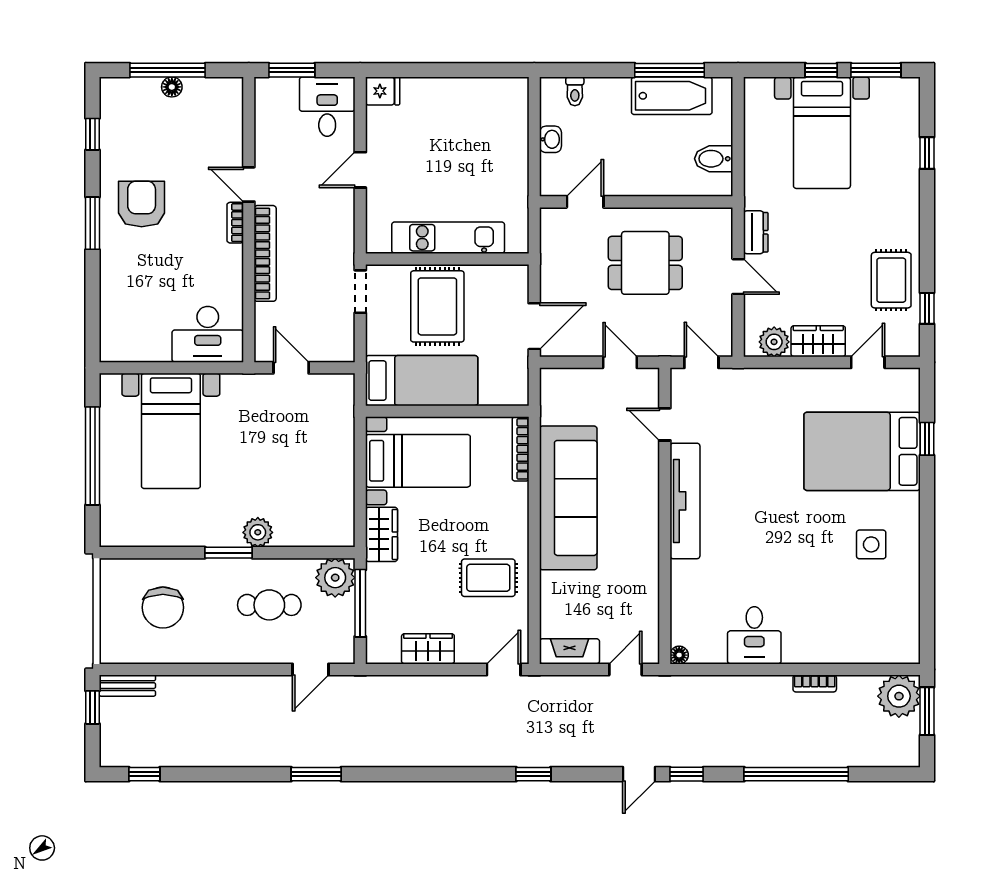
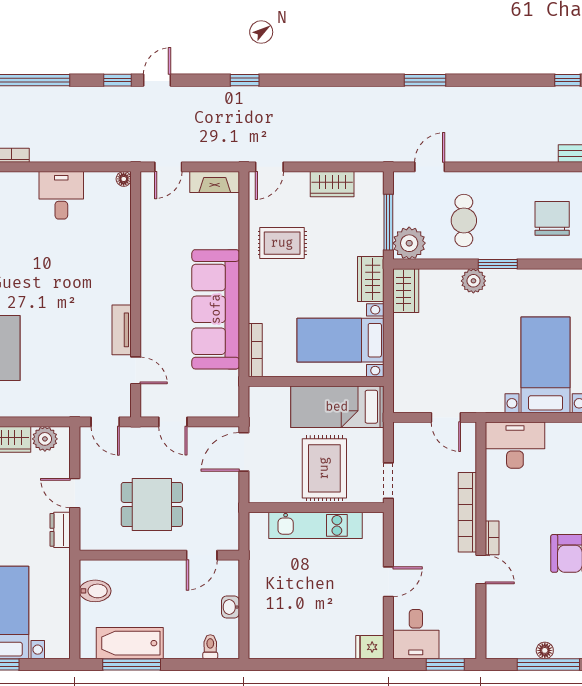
tv unit: (685, 501) -> (122, 330), width x0.52, depth x0.78
wardrobe: (339, 521) -> (406, 291), added
cafe table: (269, 605) -> (464, 221), turned 90

